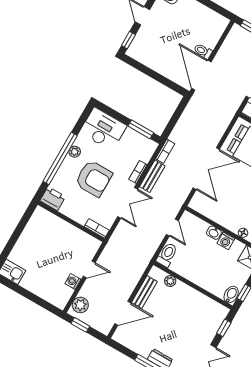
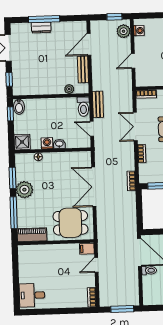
bench: (152, 176) -> (98, 104), moved
washing machine: (73, 281) -> (139, 31), moved

